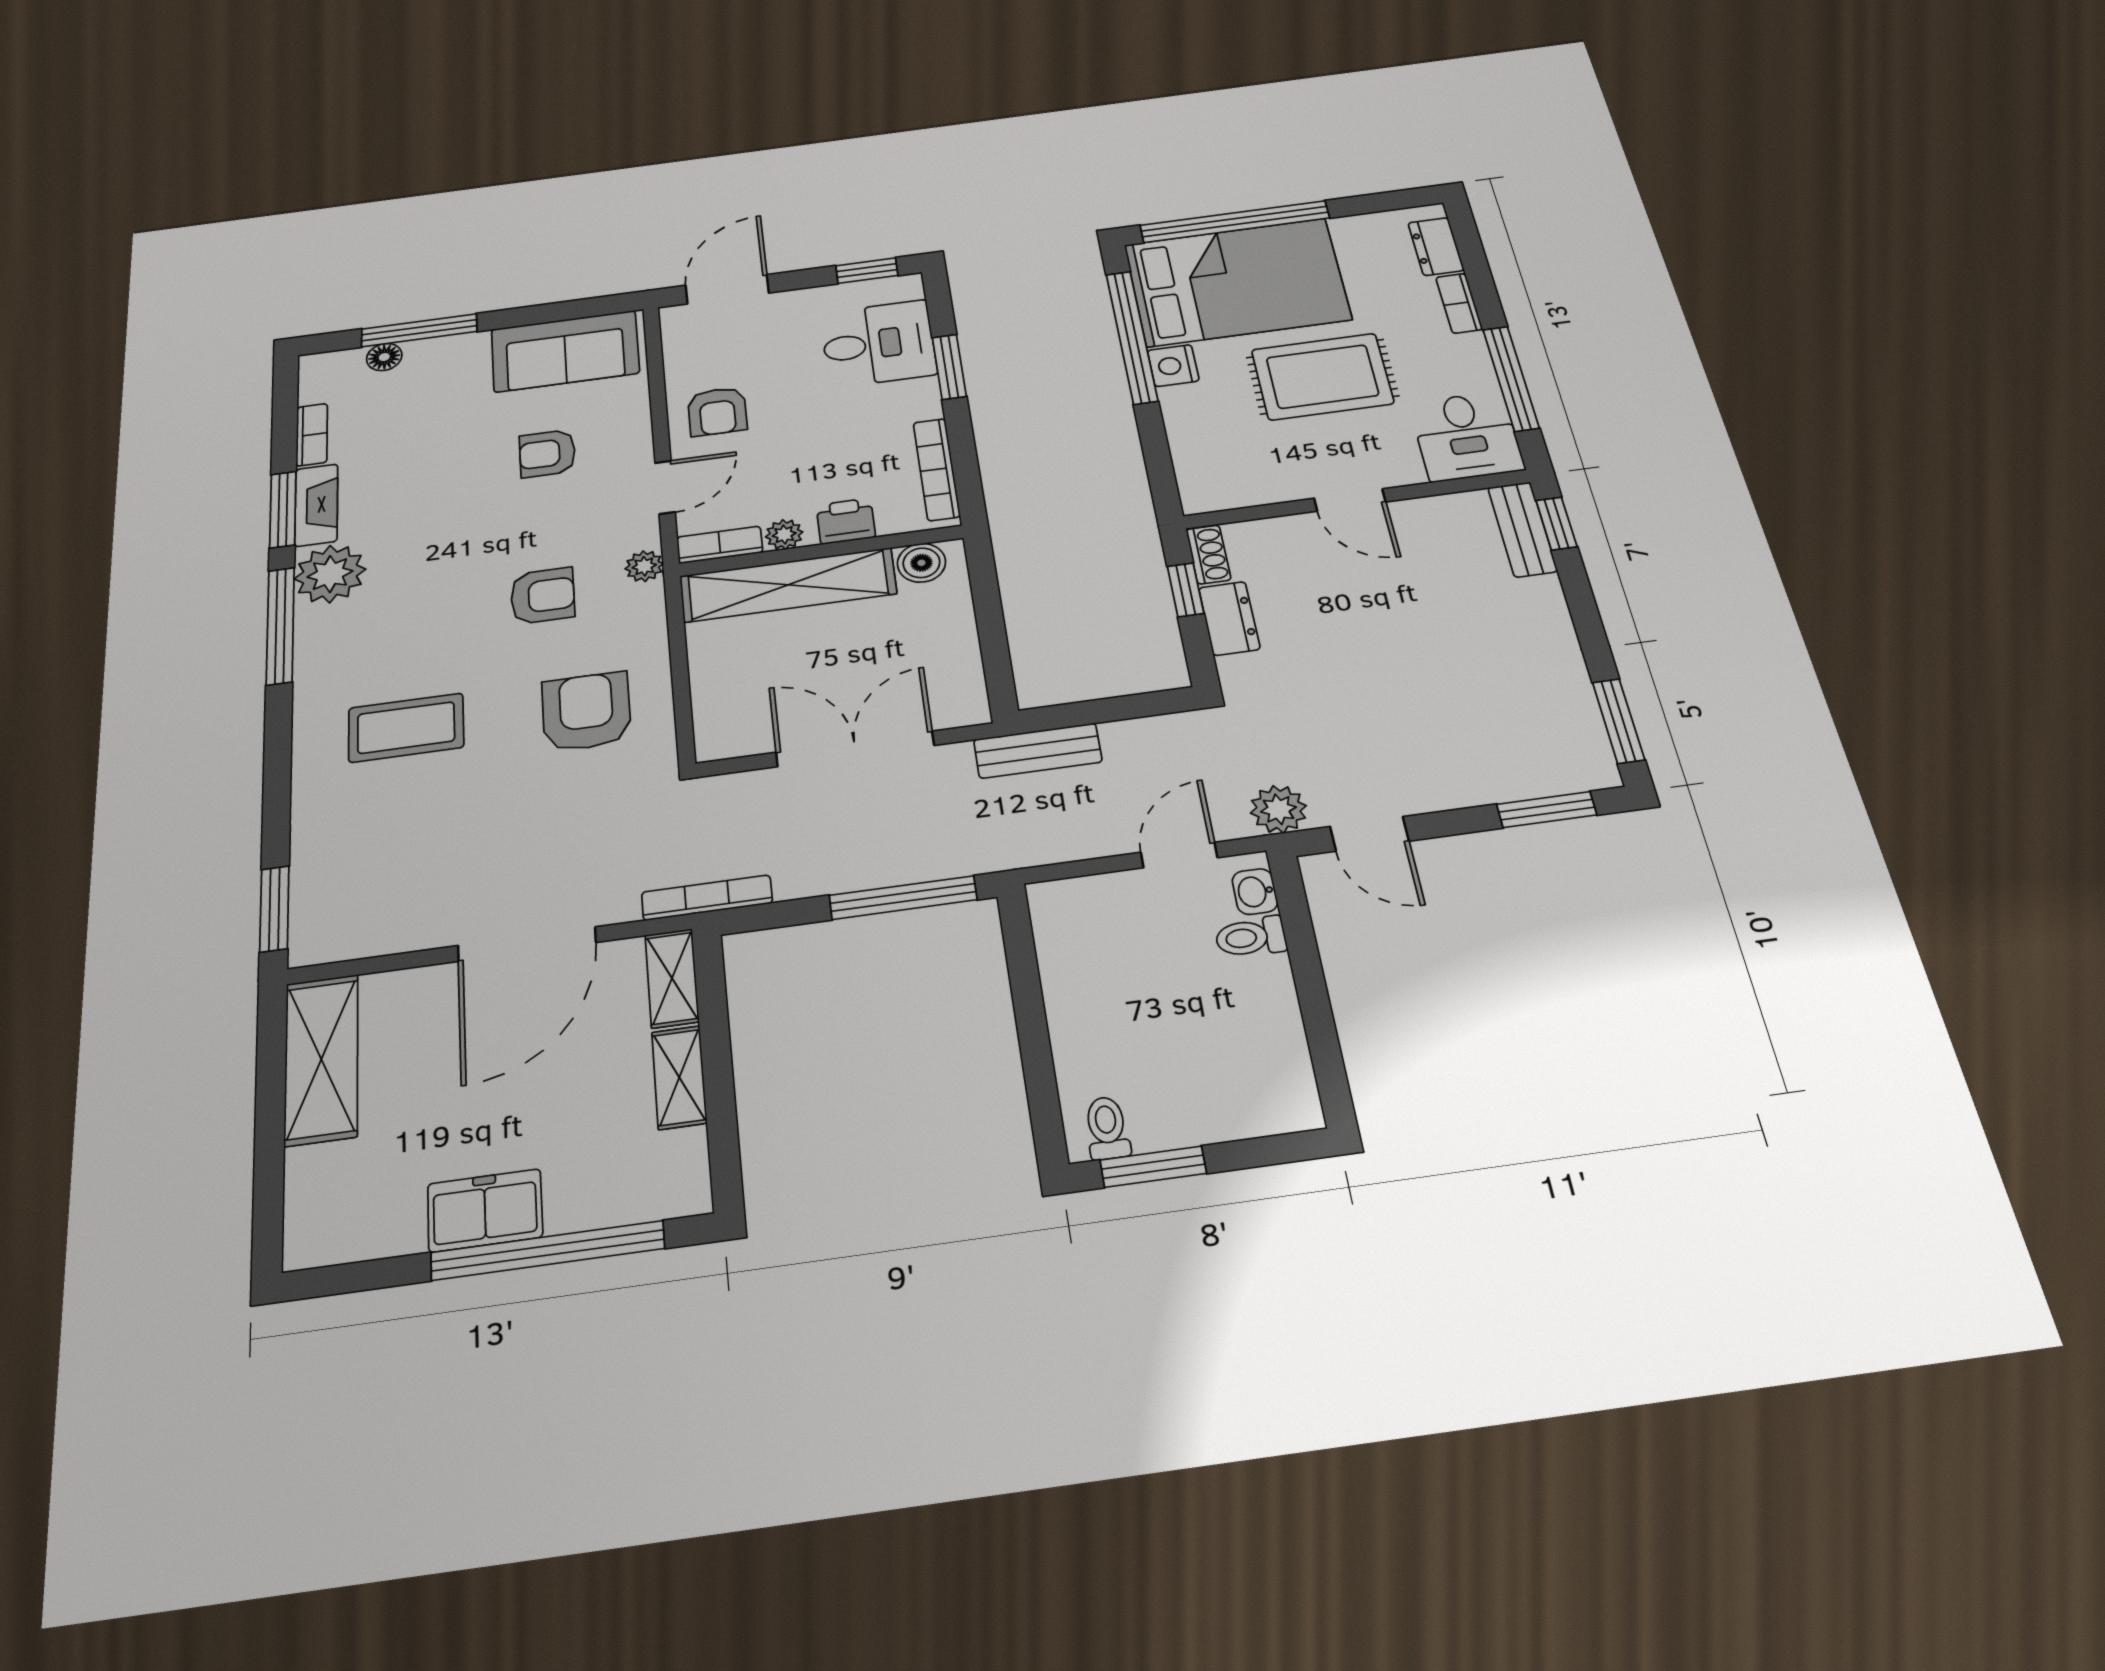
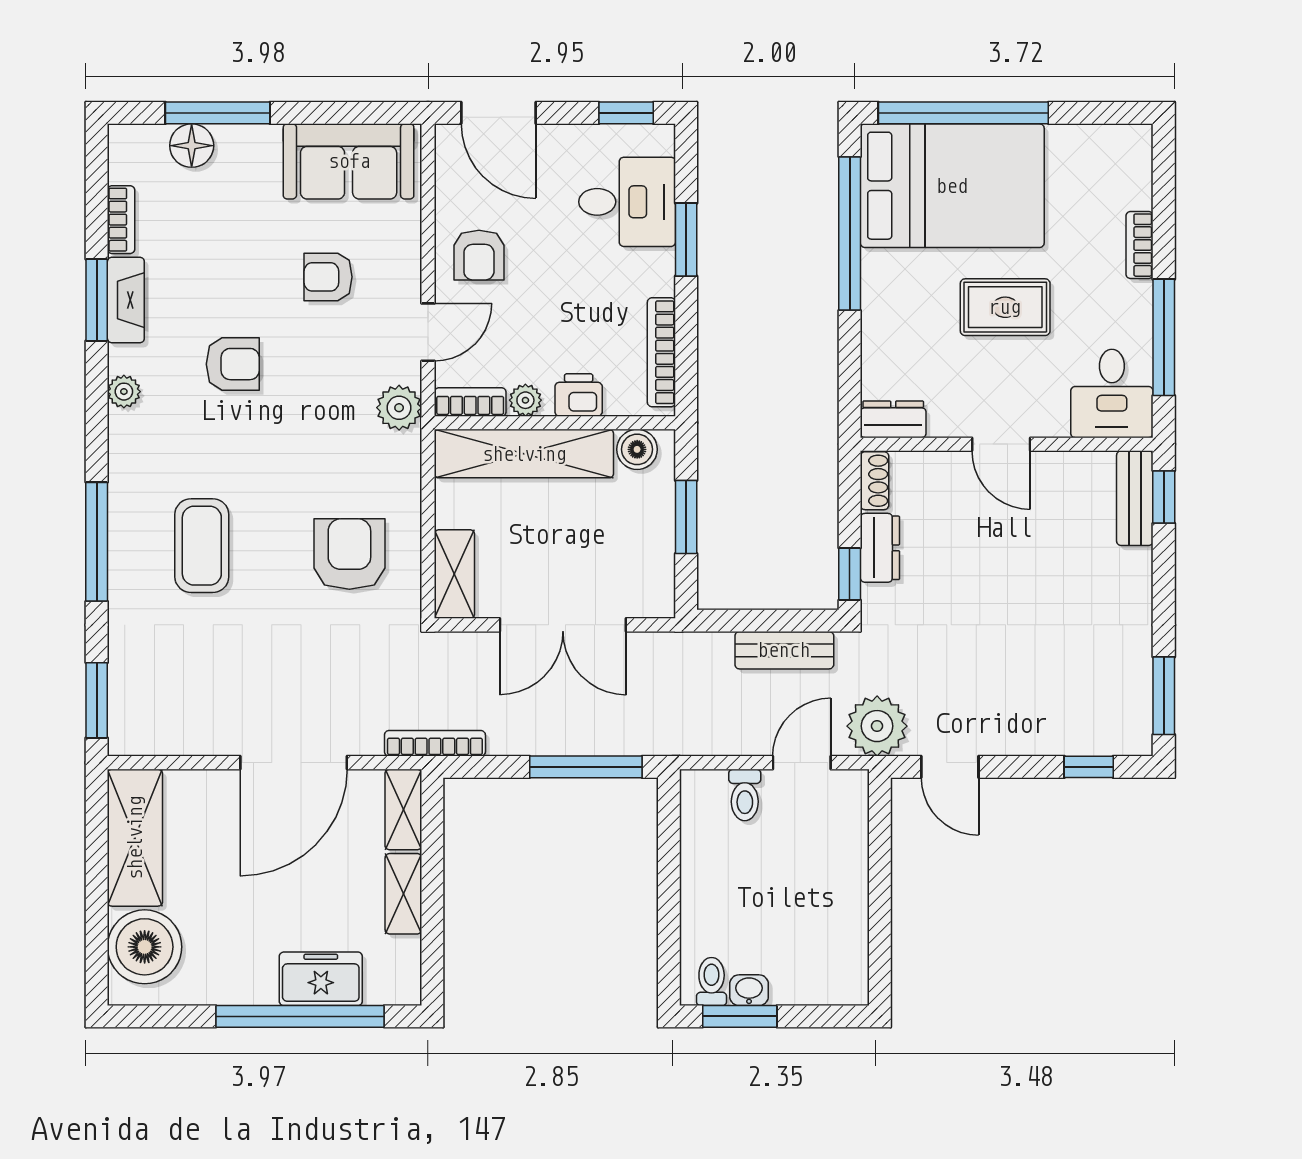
dresser: (1436, 247) -> (893, 419), moved, turned 90
door: (727, 289) -> (498, 113), swing flipped
floor lamp: (384, 357) -> (192, 146), width x1.37, depth x1.37
nightstand: (1173, 366) -> (880, 272), removed
rug: (1322, 377) -> (1005, 307), width x0.73, depth x0.70
plant: (644, 566) -> (399, 408), width x1.38, depth x1.38
plant: (330, 574) -> (124, 392), width x0.53, depth x0.53
window: (1186, 590) -> (850, 574), moved
armchair: (543, 596) -> (233, 364), moved
window: (990, 620) -> (686, 517), added
window: (280, 626) -> (97, 542), moved
shelving: (716, 715) -> (454, 574), added
coffee table: (406, 728) -> (202, 546), turned 90
double door: (855, 749) -> (563, 625), swing flipped
bench: (1038, 751) -> (784, 650), moved
plant: (1278, 809) -> (877, 726), width x1.36, depth x1.36
window: (1547, 810) -> (1089, 767), width x0.67
washbasin: (1255, 892) -> (749, 990), moved, turned 90
toilet: (1251, 937) -> (745, 795), moved, turned -90
boiler: (333, 1191) -> (145, 947), added
freezer: (485, 1210) -> (321, 979), moved

